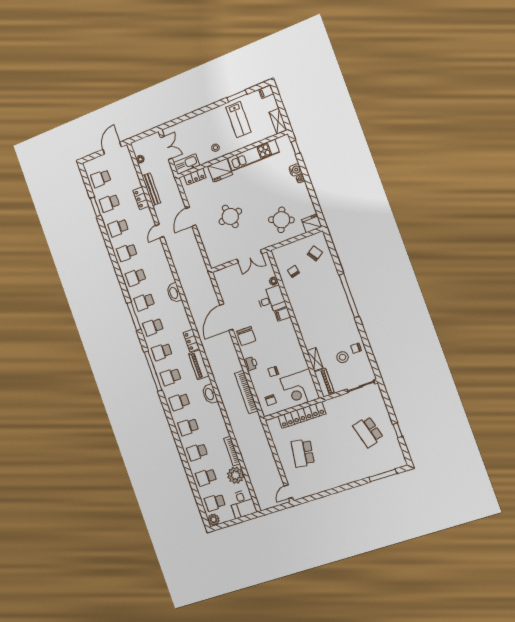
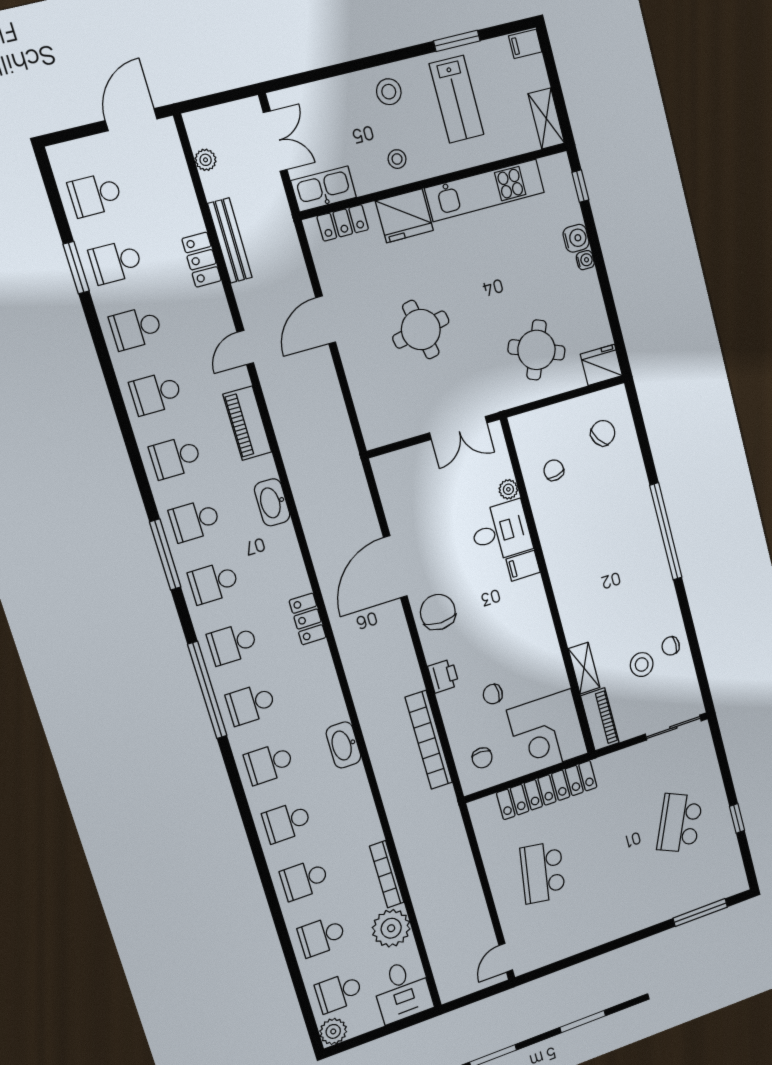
stool: (210, 121) -> (389, 92), added
chair: (246, 336) -> (438, 612), turned 180
piano: (199, 365) -> (247, 423), moved
school desk: (368, 432) -> (680, 823), turned 39

